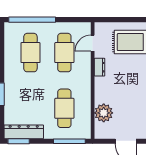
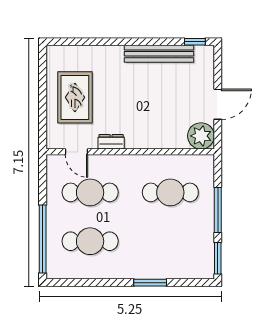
plant: (104, 113) -> (201, 136), moved
dresser: (24, 132) -> (204, 251), removed
window: (69, 141) -> (218, 210), moved

